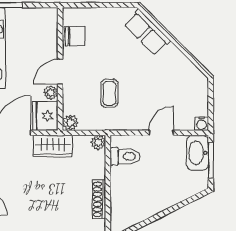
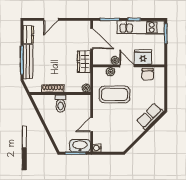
coffee table: (109, 93) -> (115, 94), width x1.86, depth x1.72
fridge: (45, 116) -> (143, 57), moved
plant: (70, 123) -> (110, 72), moved
door: (161, 133) -> (92, 125), swing flipped
toilet: (125, 156) -> (61, 104), moved

